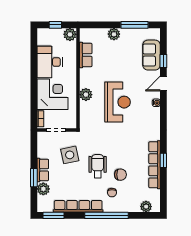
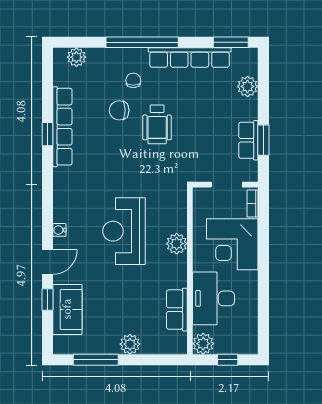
desk: (50, 62) -> (213, 298), moved, turned 180
side table: (70, 155) -> (204, 143), removed
row of seats: (43, 170) -> (248, 140), moved
window: (34, 178) -> (263, 140), moved

